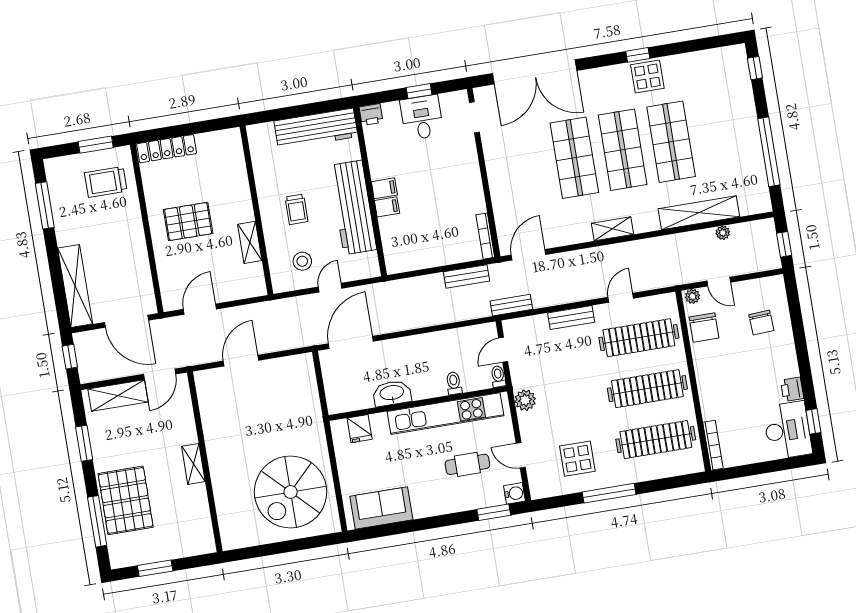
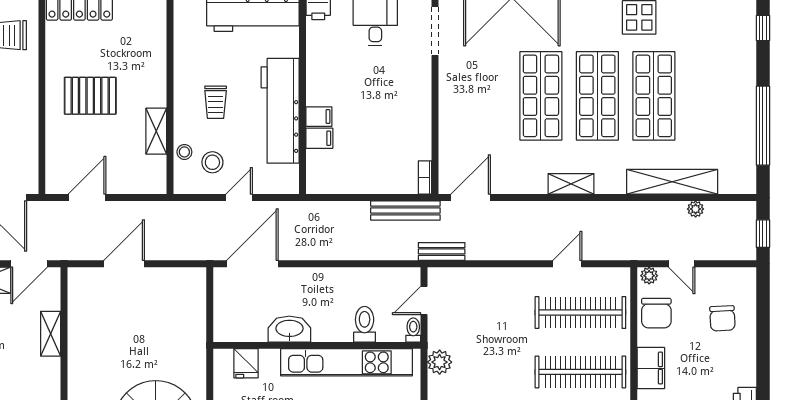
doorway: (474, 117) -> (435, 31), width x1.38
filing cabinet: (384, 188) -> (319, 138), moved
bookcase: (485, 236) -> (425, 177), width x0.64
stool: (277, 256) -> (184, 152), added
bench: (467, 276) -> (405, 210), width x1.36
bench: (571, 318) -> (507, 277), removed
filing cabinet: (707, 375) -> (651, 368), added
toilet: (454, 383) -> (365, 324), width x1.37, depth x1.39
shelving: (193, 464) -> (51, 334), moved

